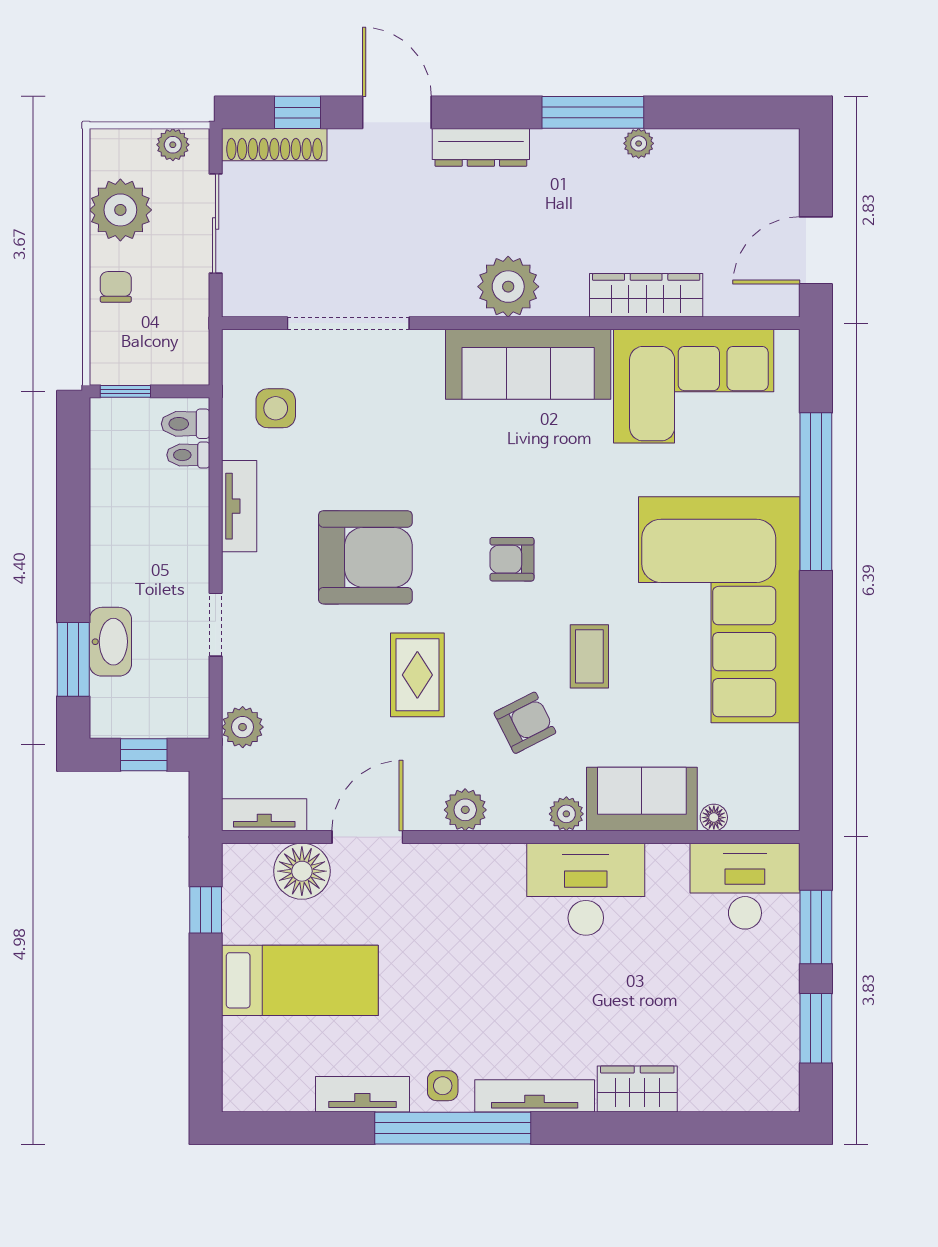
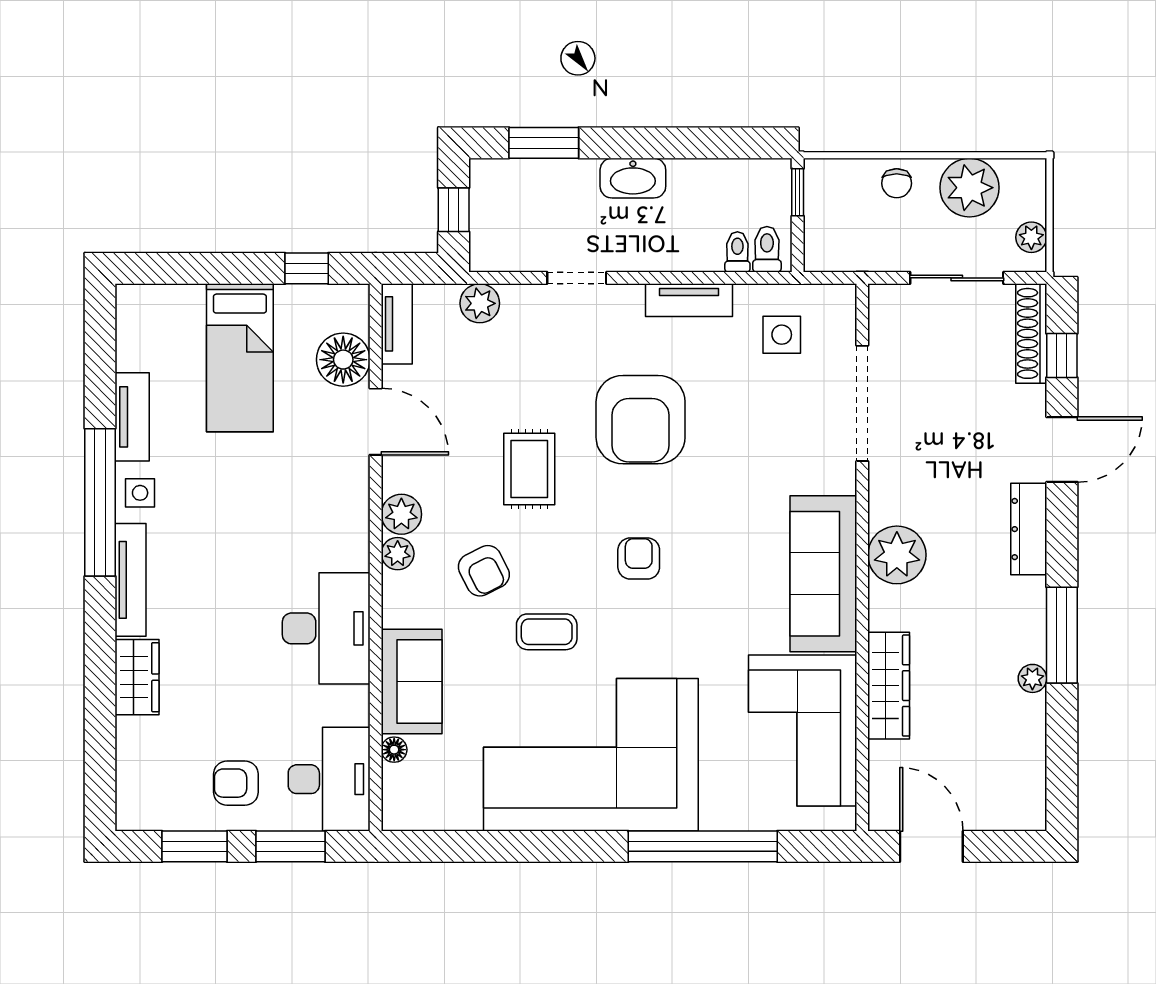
chair: (116, 287) -> (897, 183), turned 90
washbasin: (110, 642) -> (633, 178), moved
rug: (417, 675) -> (529, 469), turned 90
plant: (566, 814) -> (398, 554), moved
armchair: (749, 985) -> (236, 783), added

